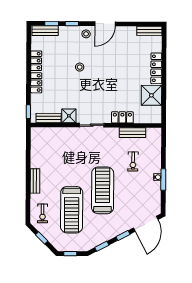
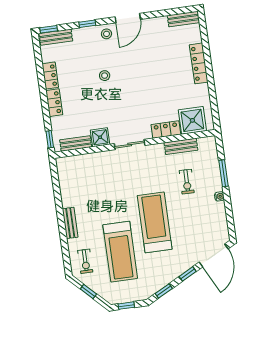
window: (52, 23) -> (49, 29), moved
shower: (151, 95) -> (192, 120), moved
window: (163, 180) -> (224, 173), moved

